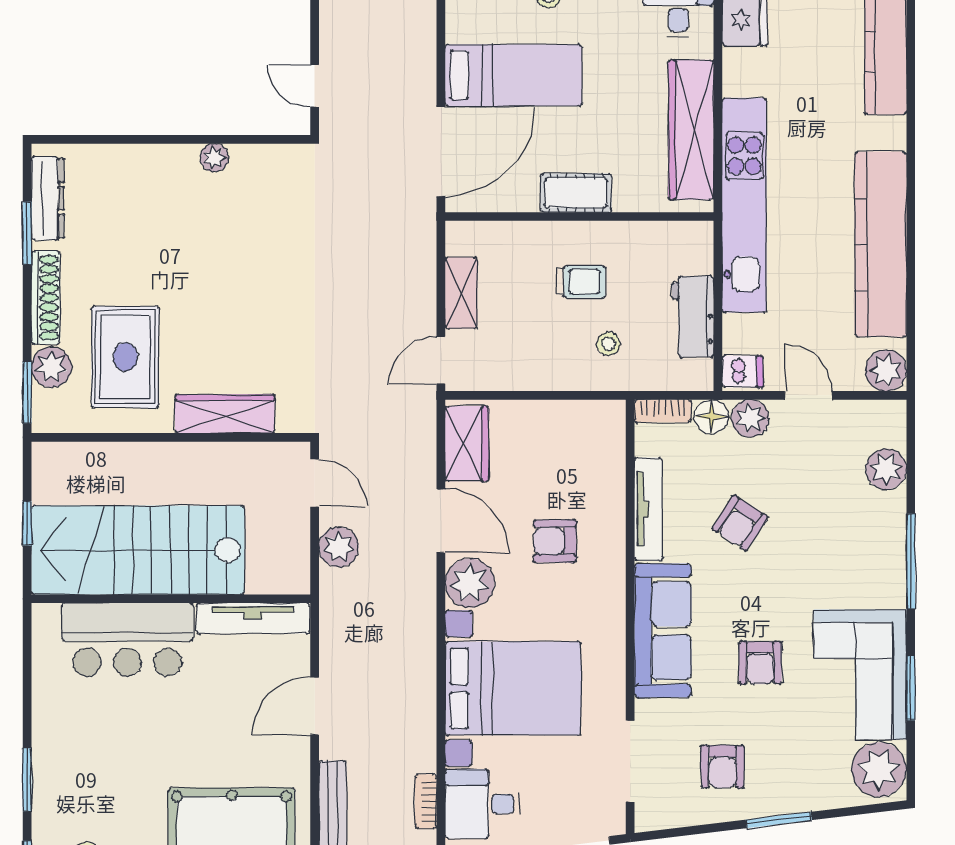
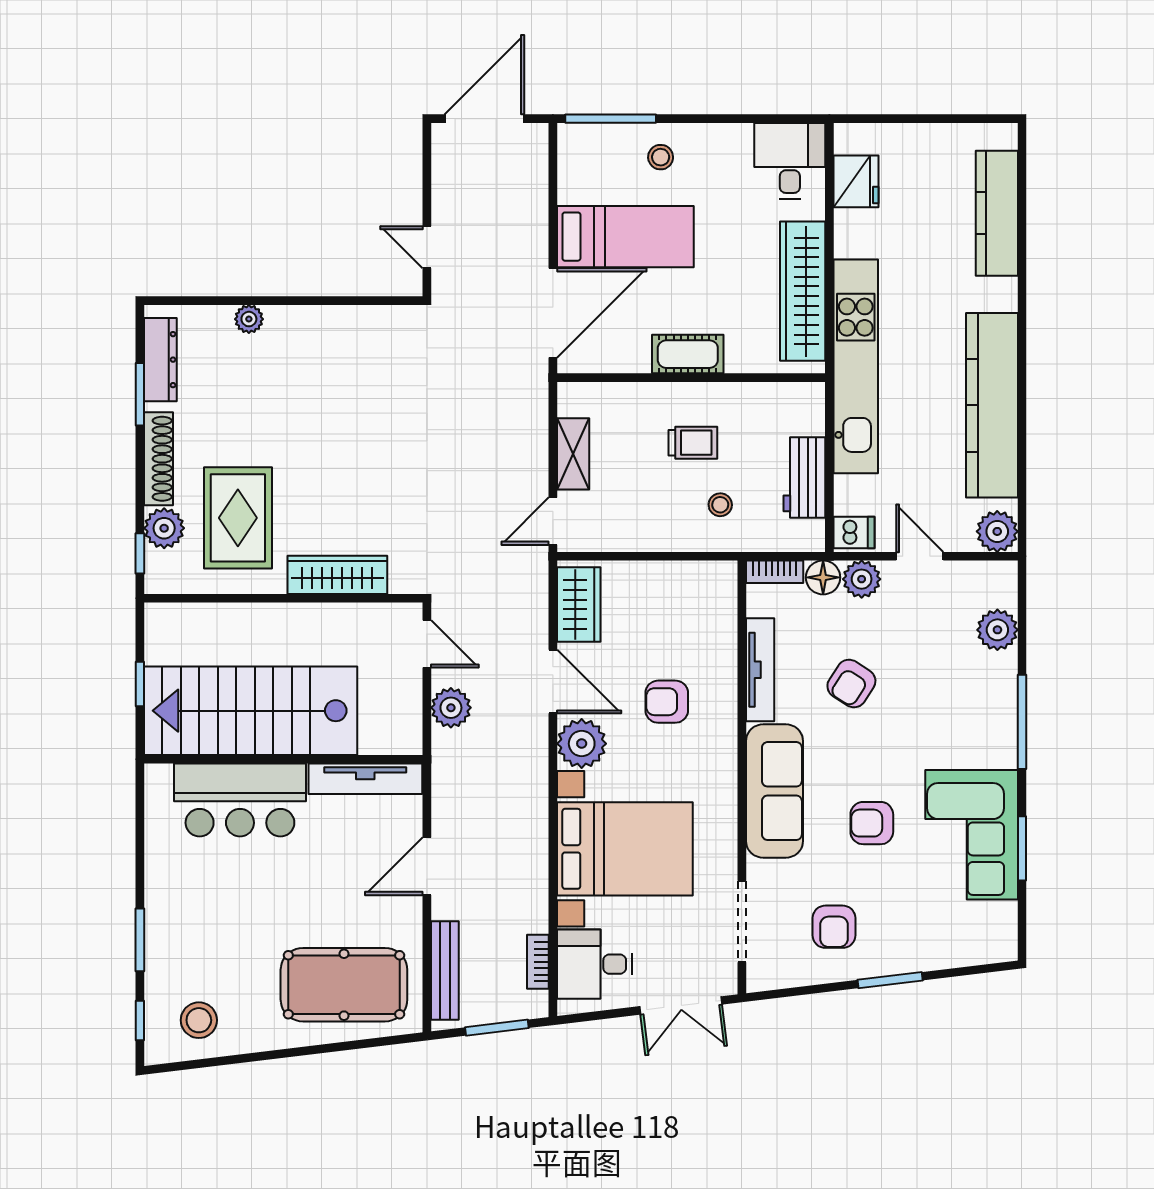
plant: (214, 158) -> (249, 319), moved
window: (27, 393) -> (140, 553), width x0.67
armchair: (760, 663) -> (872, 823), turned 90
plant: (879, 769) -> (990, 930), removed

